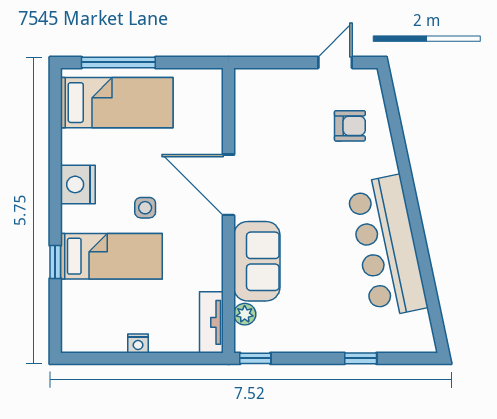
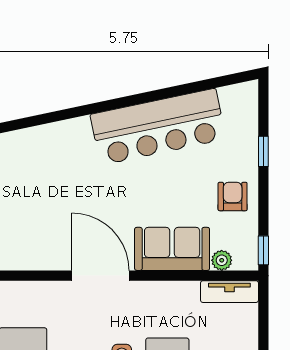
armchair: (350, 126) -> (233, 196), moved
door: (228, 185) -> (100, 276), swing flipped

